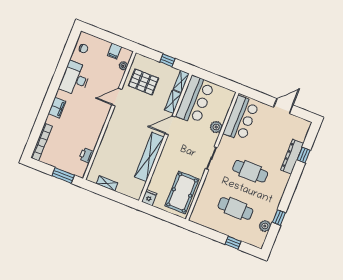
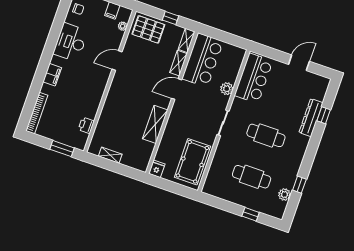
pallet: (144, 82) -> (148, 29), moved
shelving: (149, 157) -> (155, 124), width x0.68

